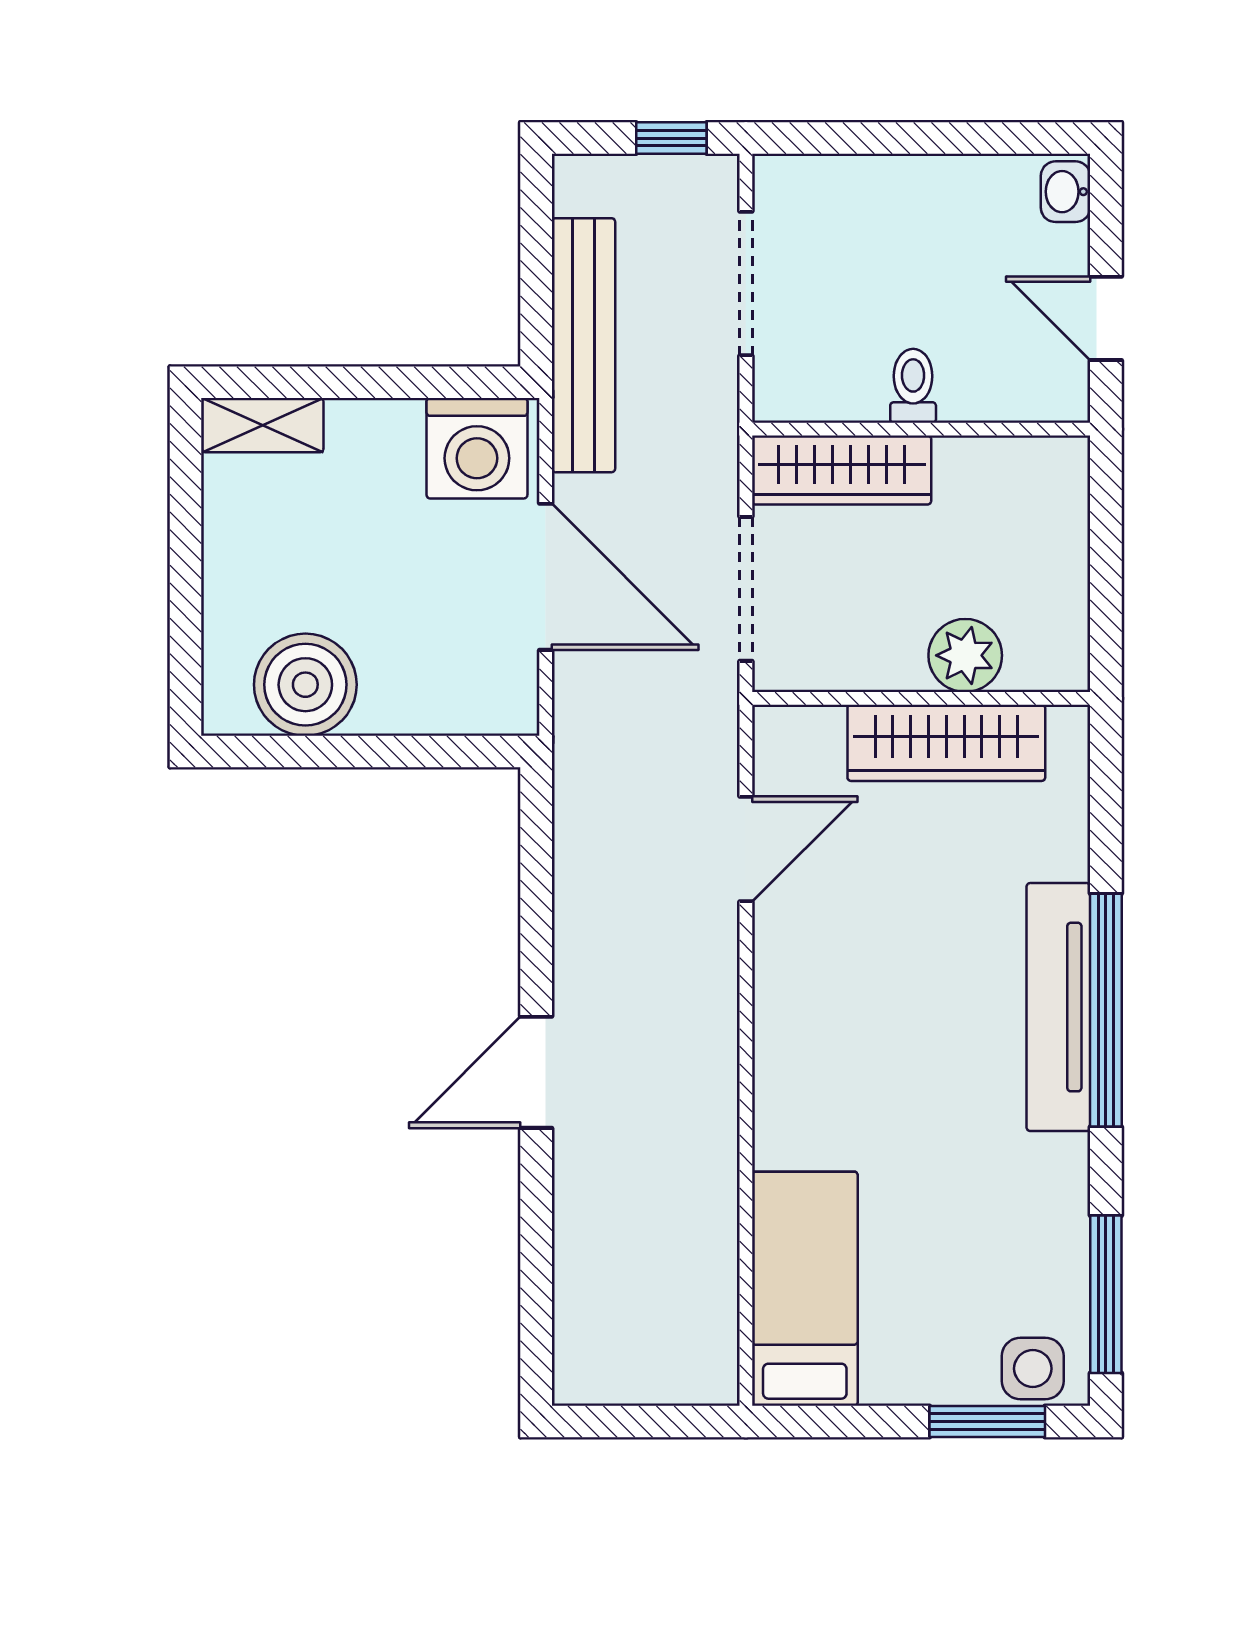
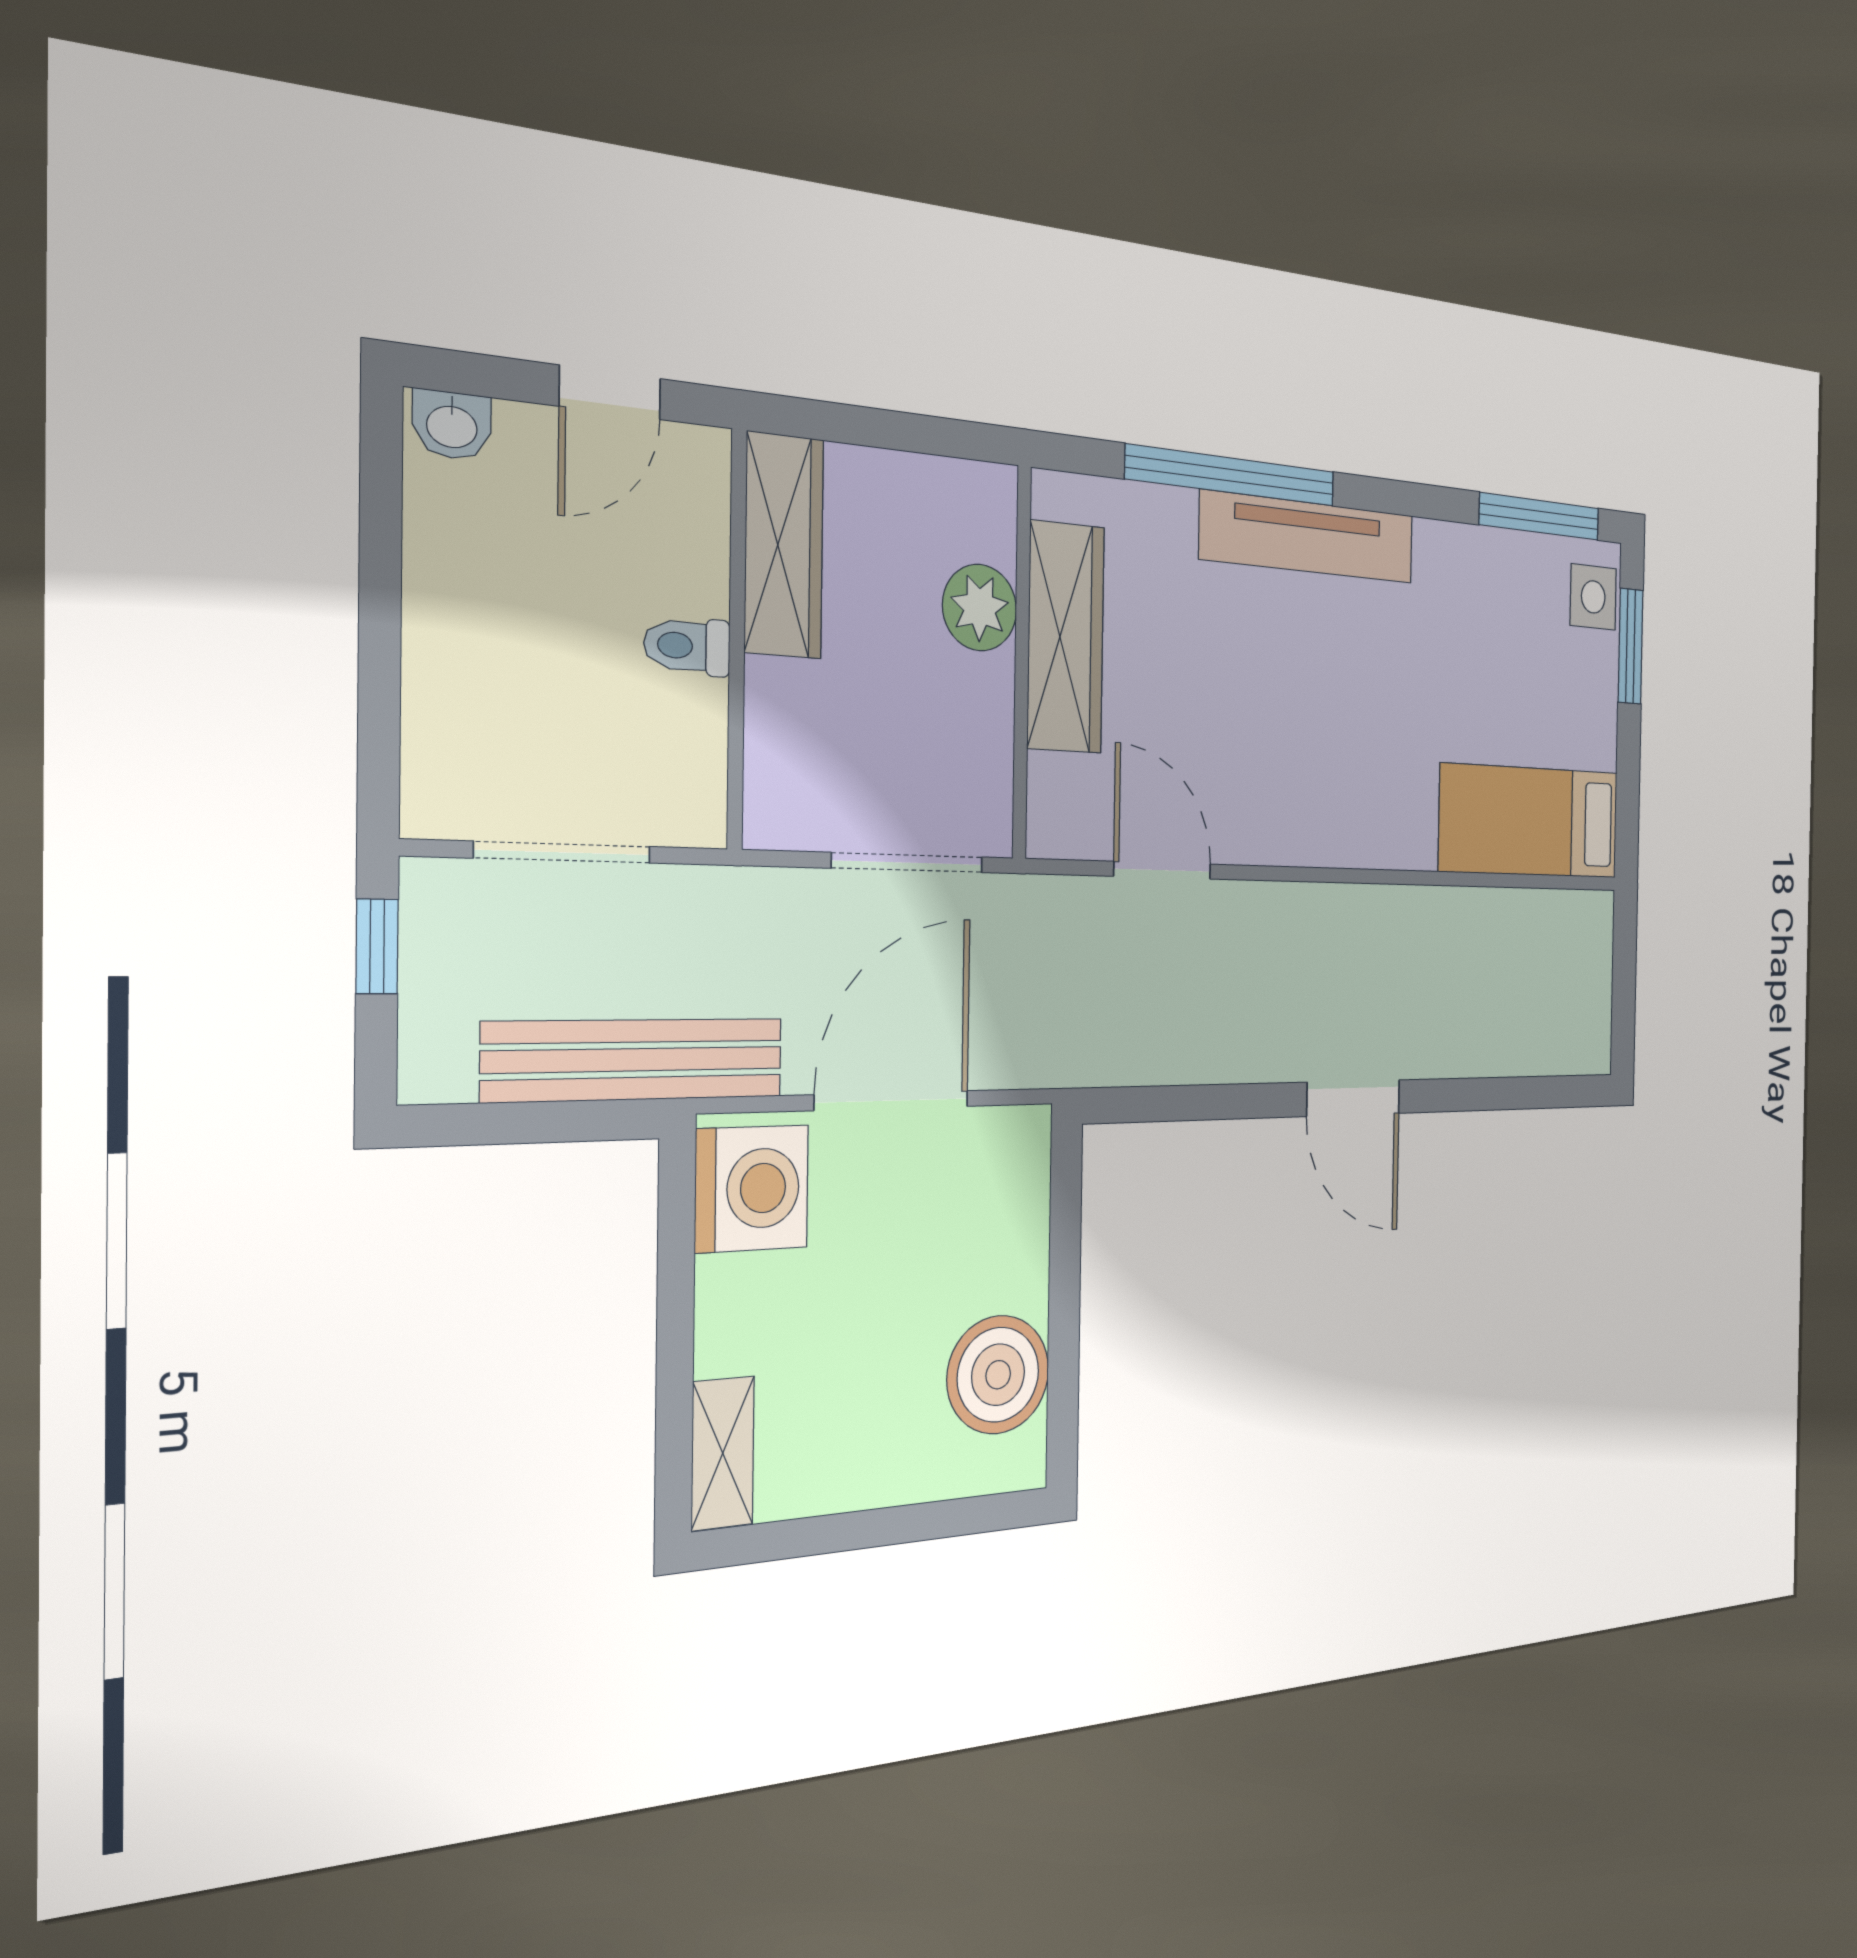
wardrobe: (842, 470) -> (784, 545), moved
window: (1106, 1010) -> (1232, 475), moved

